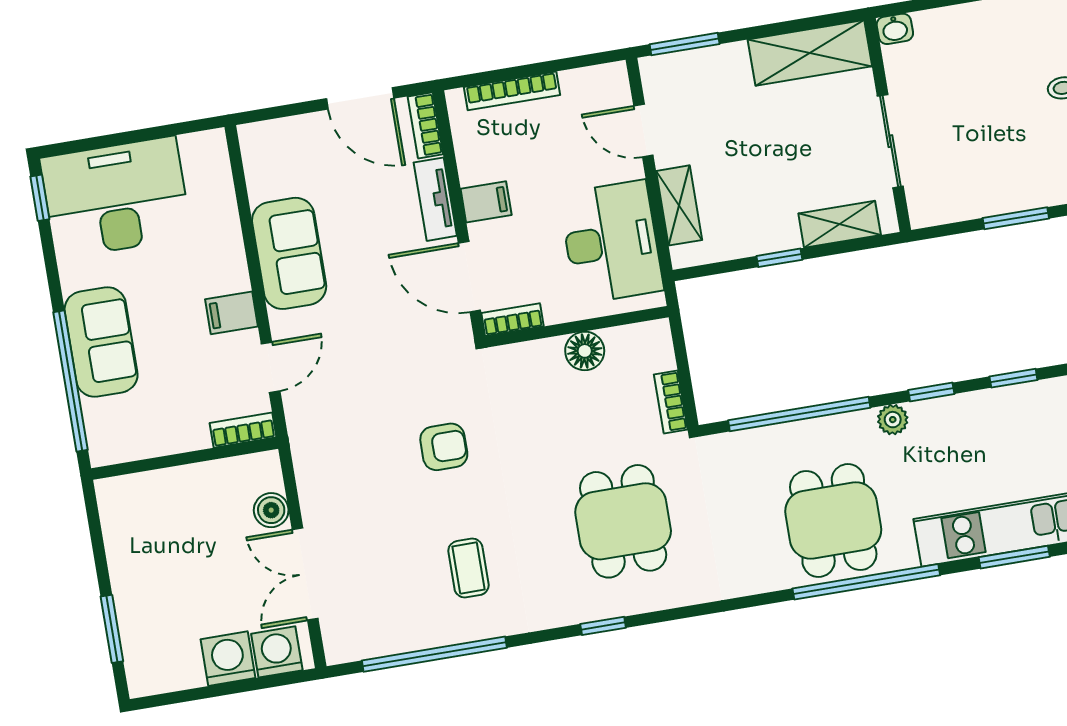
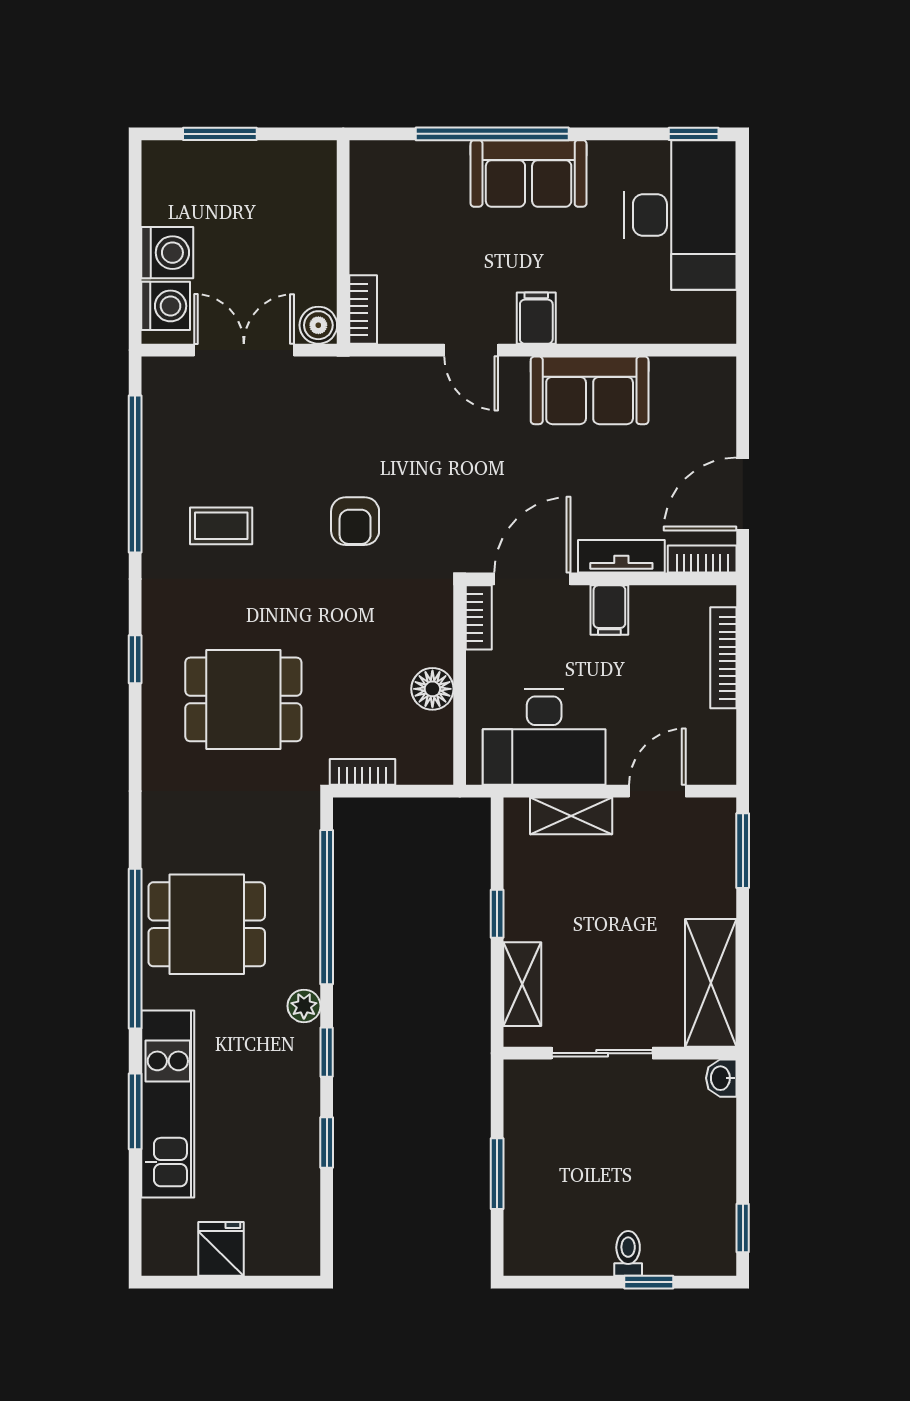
bookcase: (243, 430) -> (363, 310), moved
wall: (185, 459) -> (343, 242), moved

